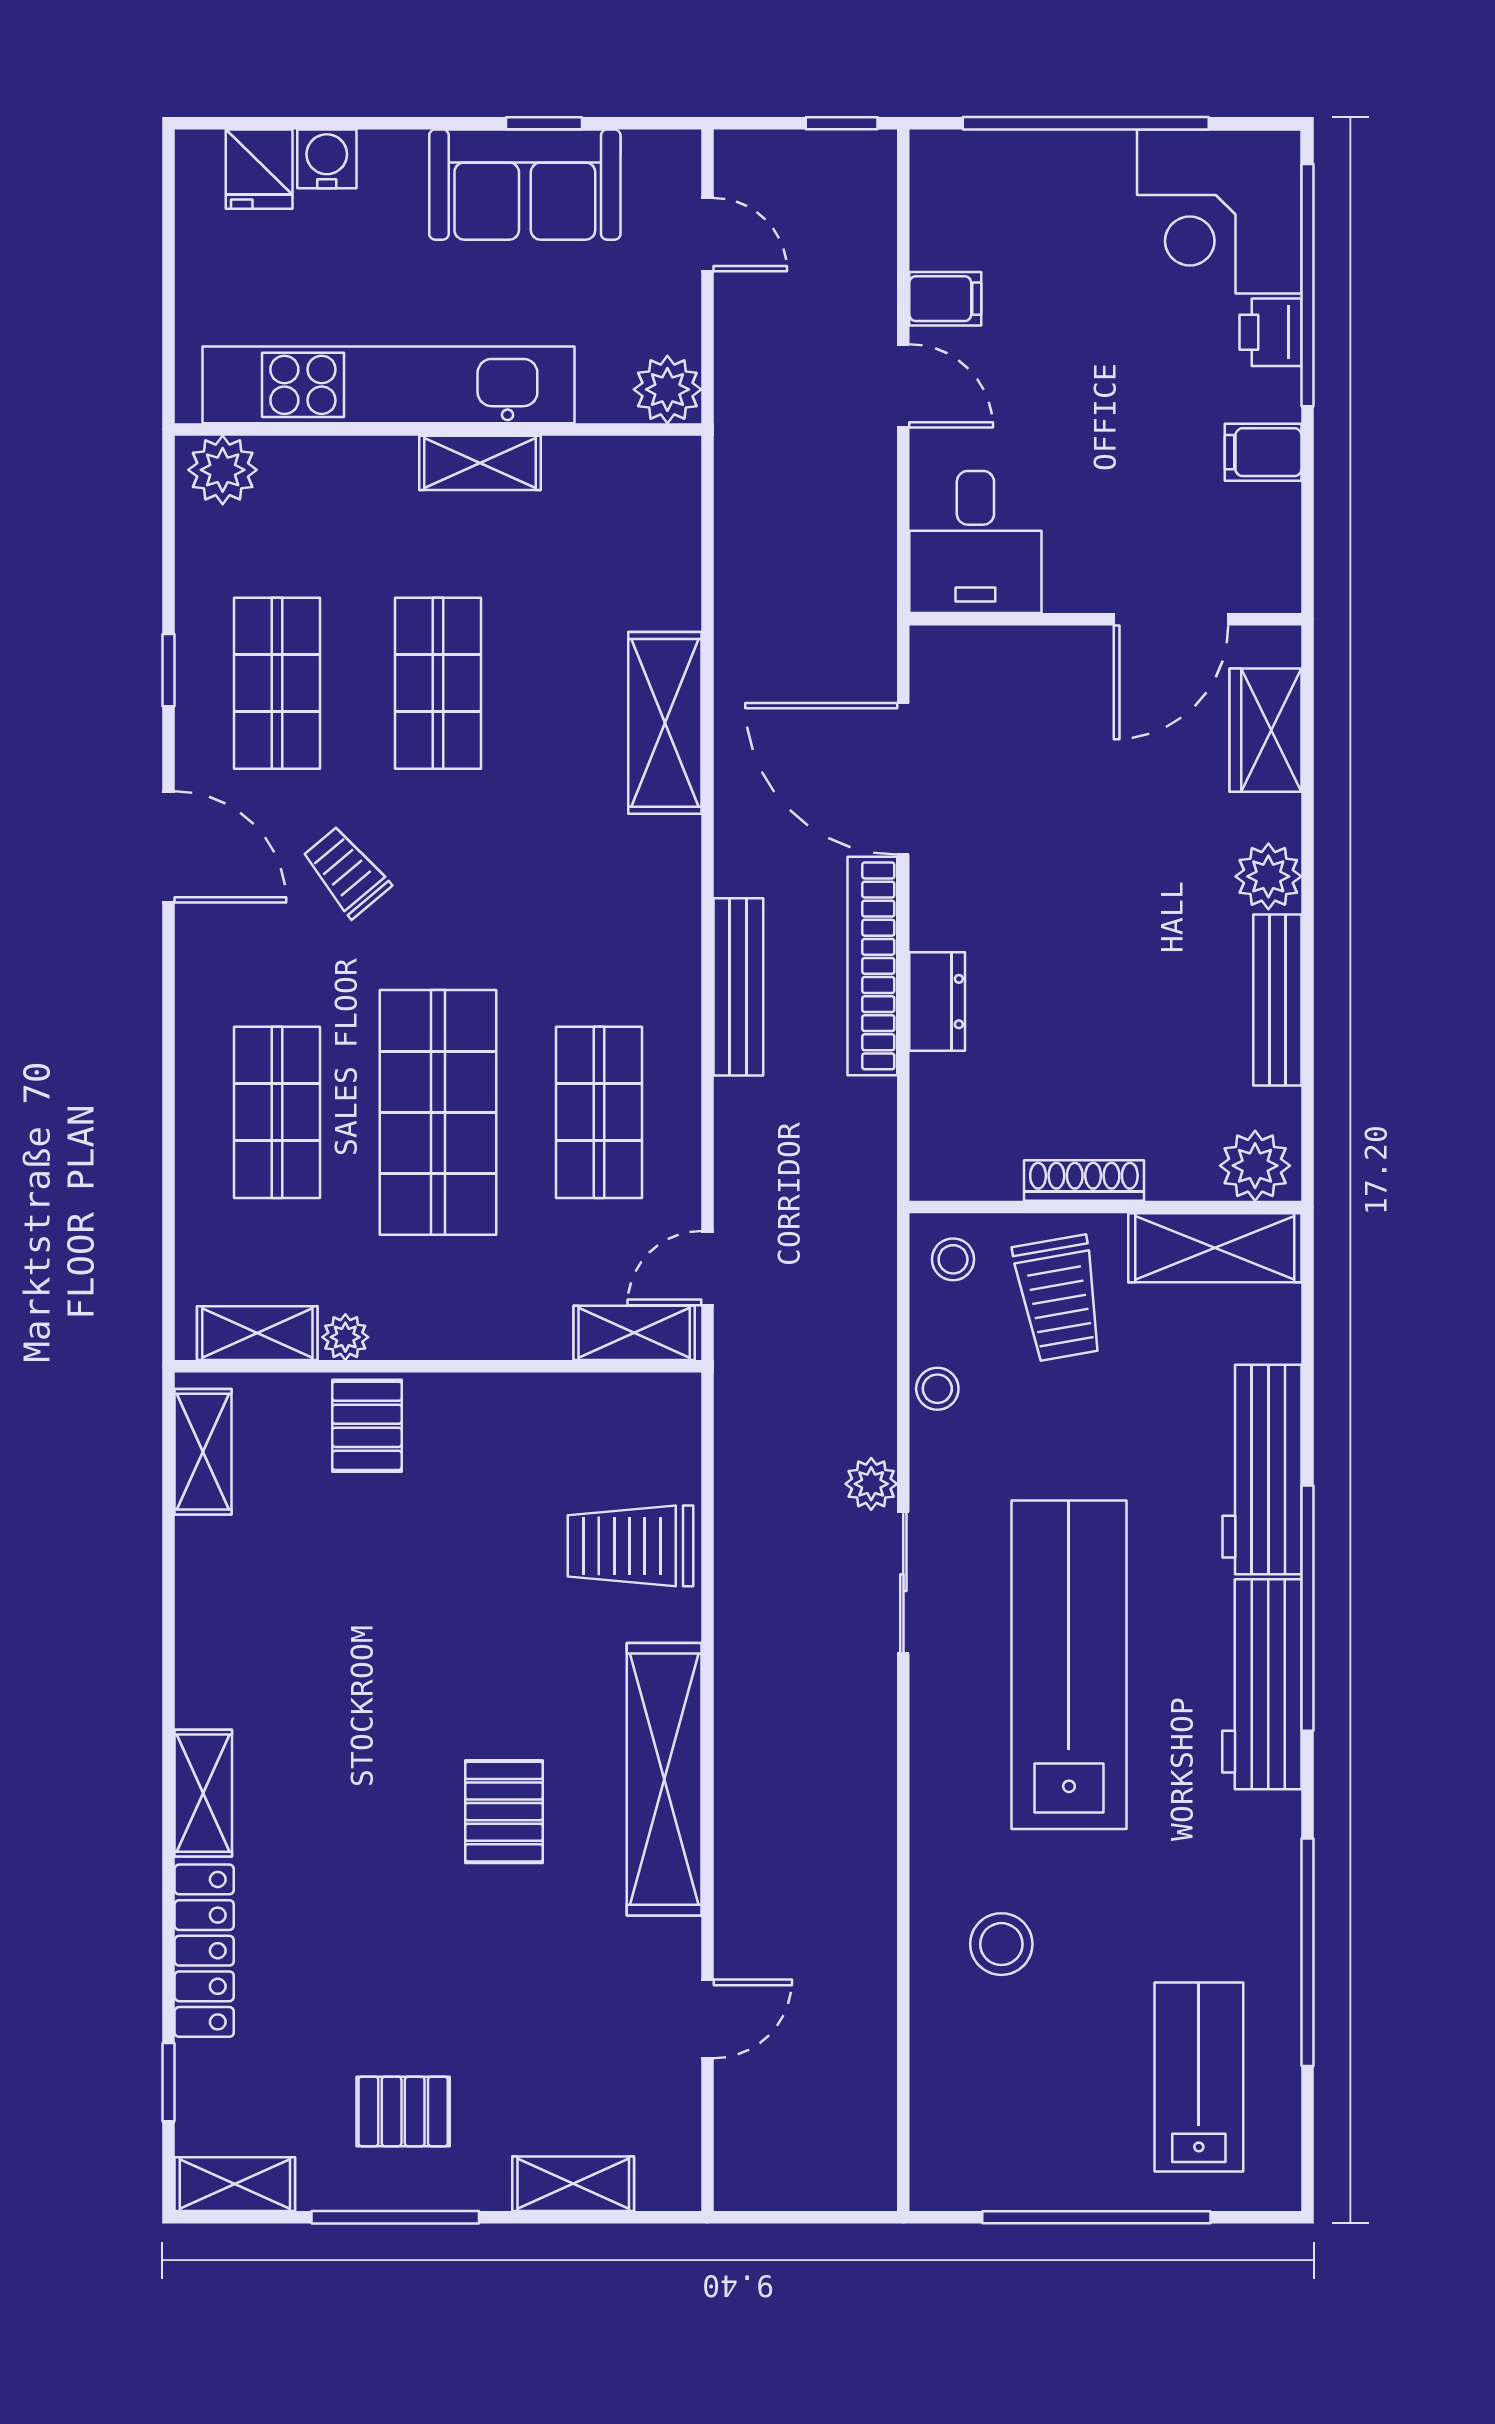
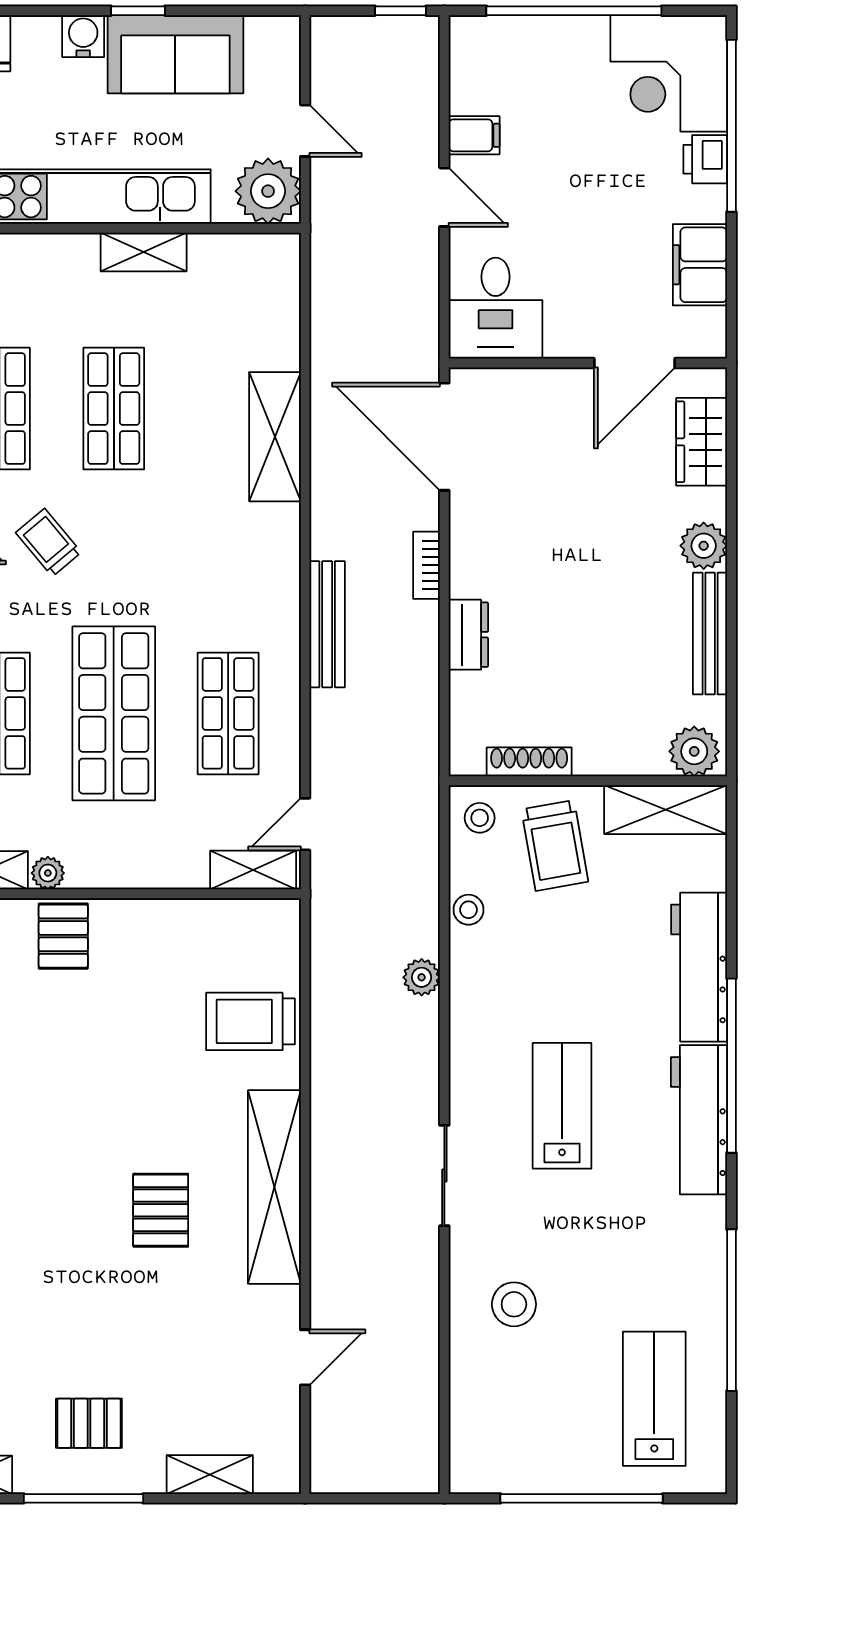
window: (544, 123) -> (138, 11), moved
water cooler: (327, 159) -> (83, 36), moved
door: (707, 235) -> (305, 131), moved
plant: (667, 389) -> (268, 191), width x1.36, depth x1.36
filing cabinet: (1263, 452) -> (700, 265), width x2.00
door: (903, 779) -> (444, 437), moved
bookcase: (872, 966) -> (427, 565), width x0.43, depth x0.76
shoe rack: (1084, 1181) -> (529, 762), moved
sliding door: (903, 1583) -> (444, 1176), moved
lab bench: (1069, 1665) -> (562, 1106), width x0.54, depth x0.72

